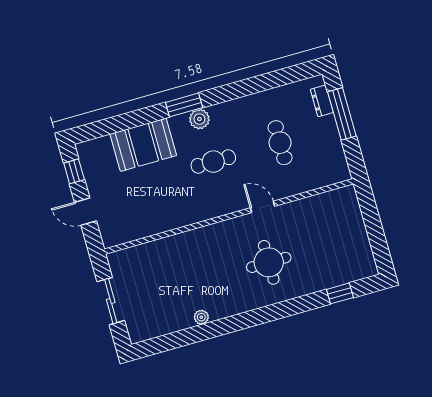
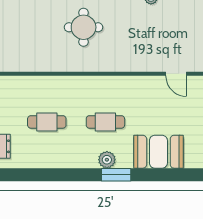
cafe table: (280, 143) -> (47, 122), turned 90
door: (263, 207) -> (176, 74), moved

